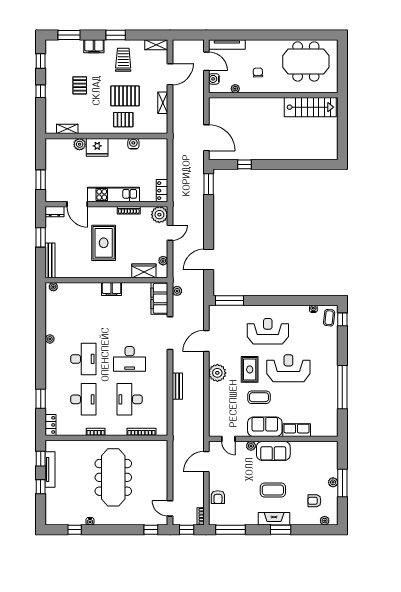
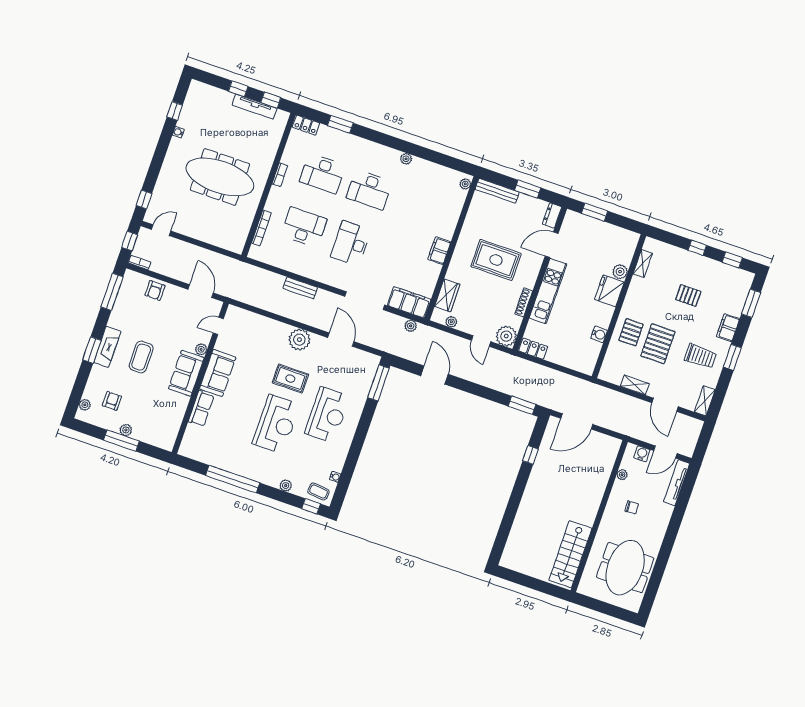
plant: (333, 345) -> (286, 485), added
coffee table: (259, 397) -> (254, 378), removed
armchair: (218, 497) -> (155, 290), turned -90

